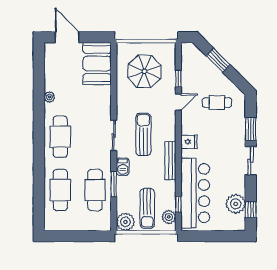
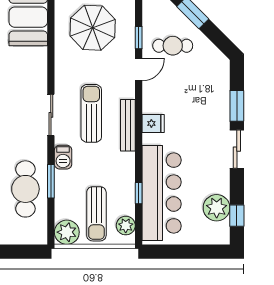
cafe table: (217, 103) -> (173, 46), moved
bench: (170, 161) -> (128, 125), moved
window: (178, 204) -> (139, 193), moved

